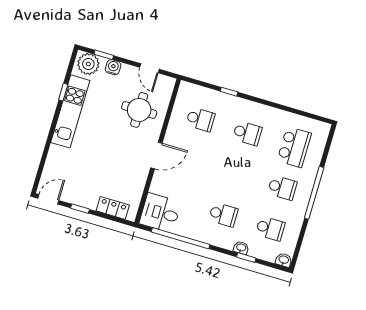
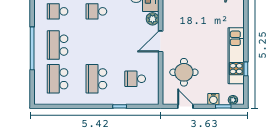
plant: (88, 64) -> (233, 100), width x0.53, depth x0.53
school desk: (247, 133) -> (96, 79), width x1.85
plant: (158, 186) -> (153, 19), added
school desk: (282, 188) -> (58, 45), width x1.85

